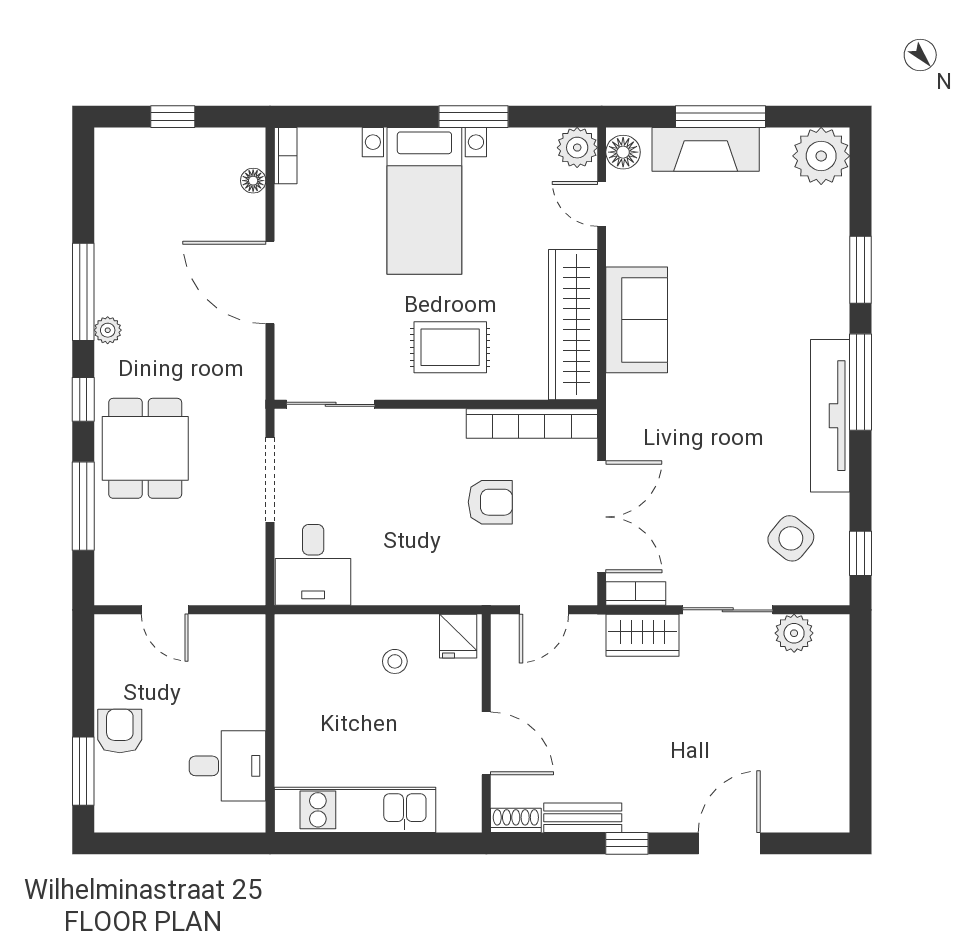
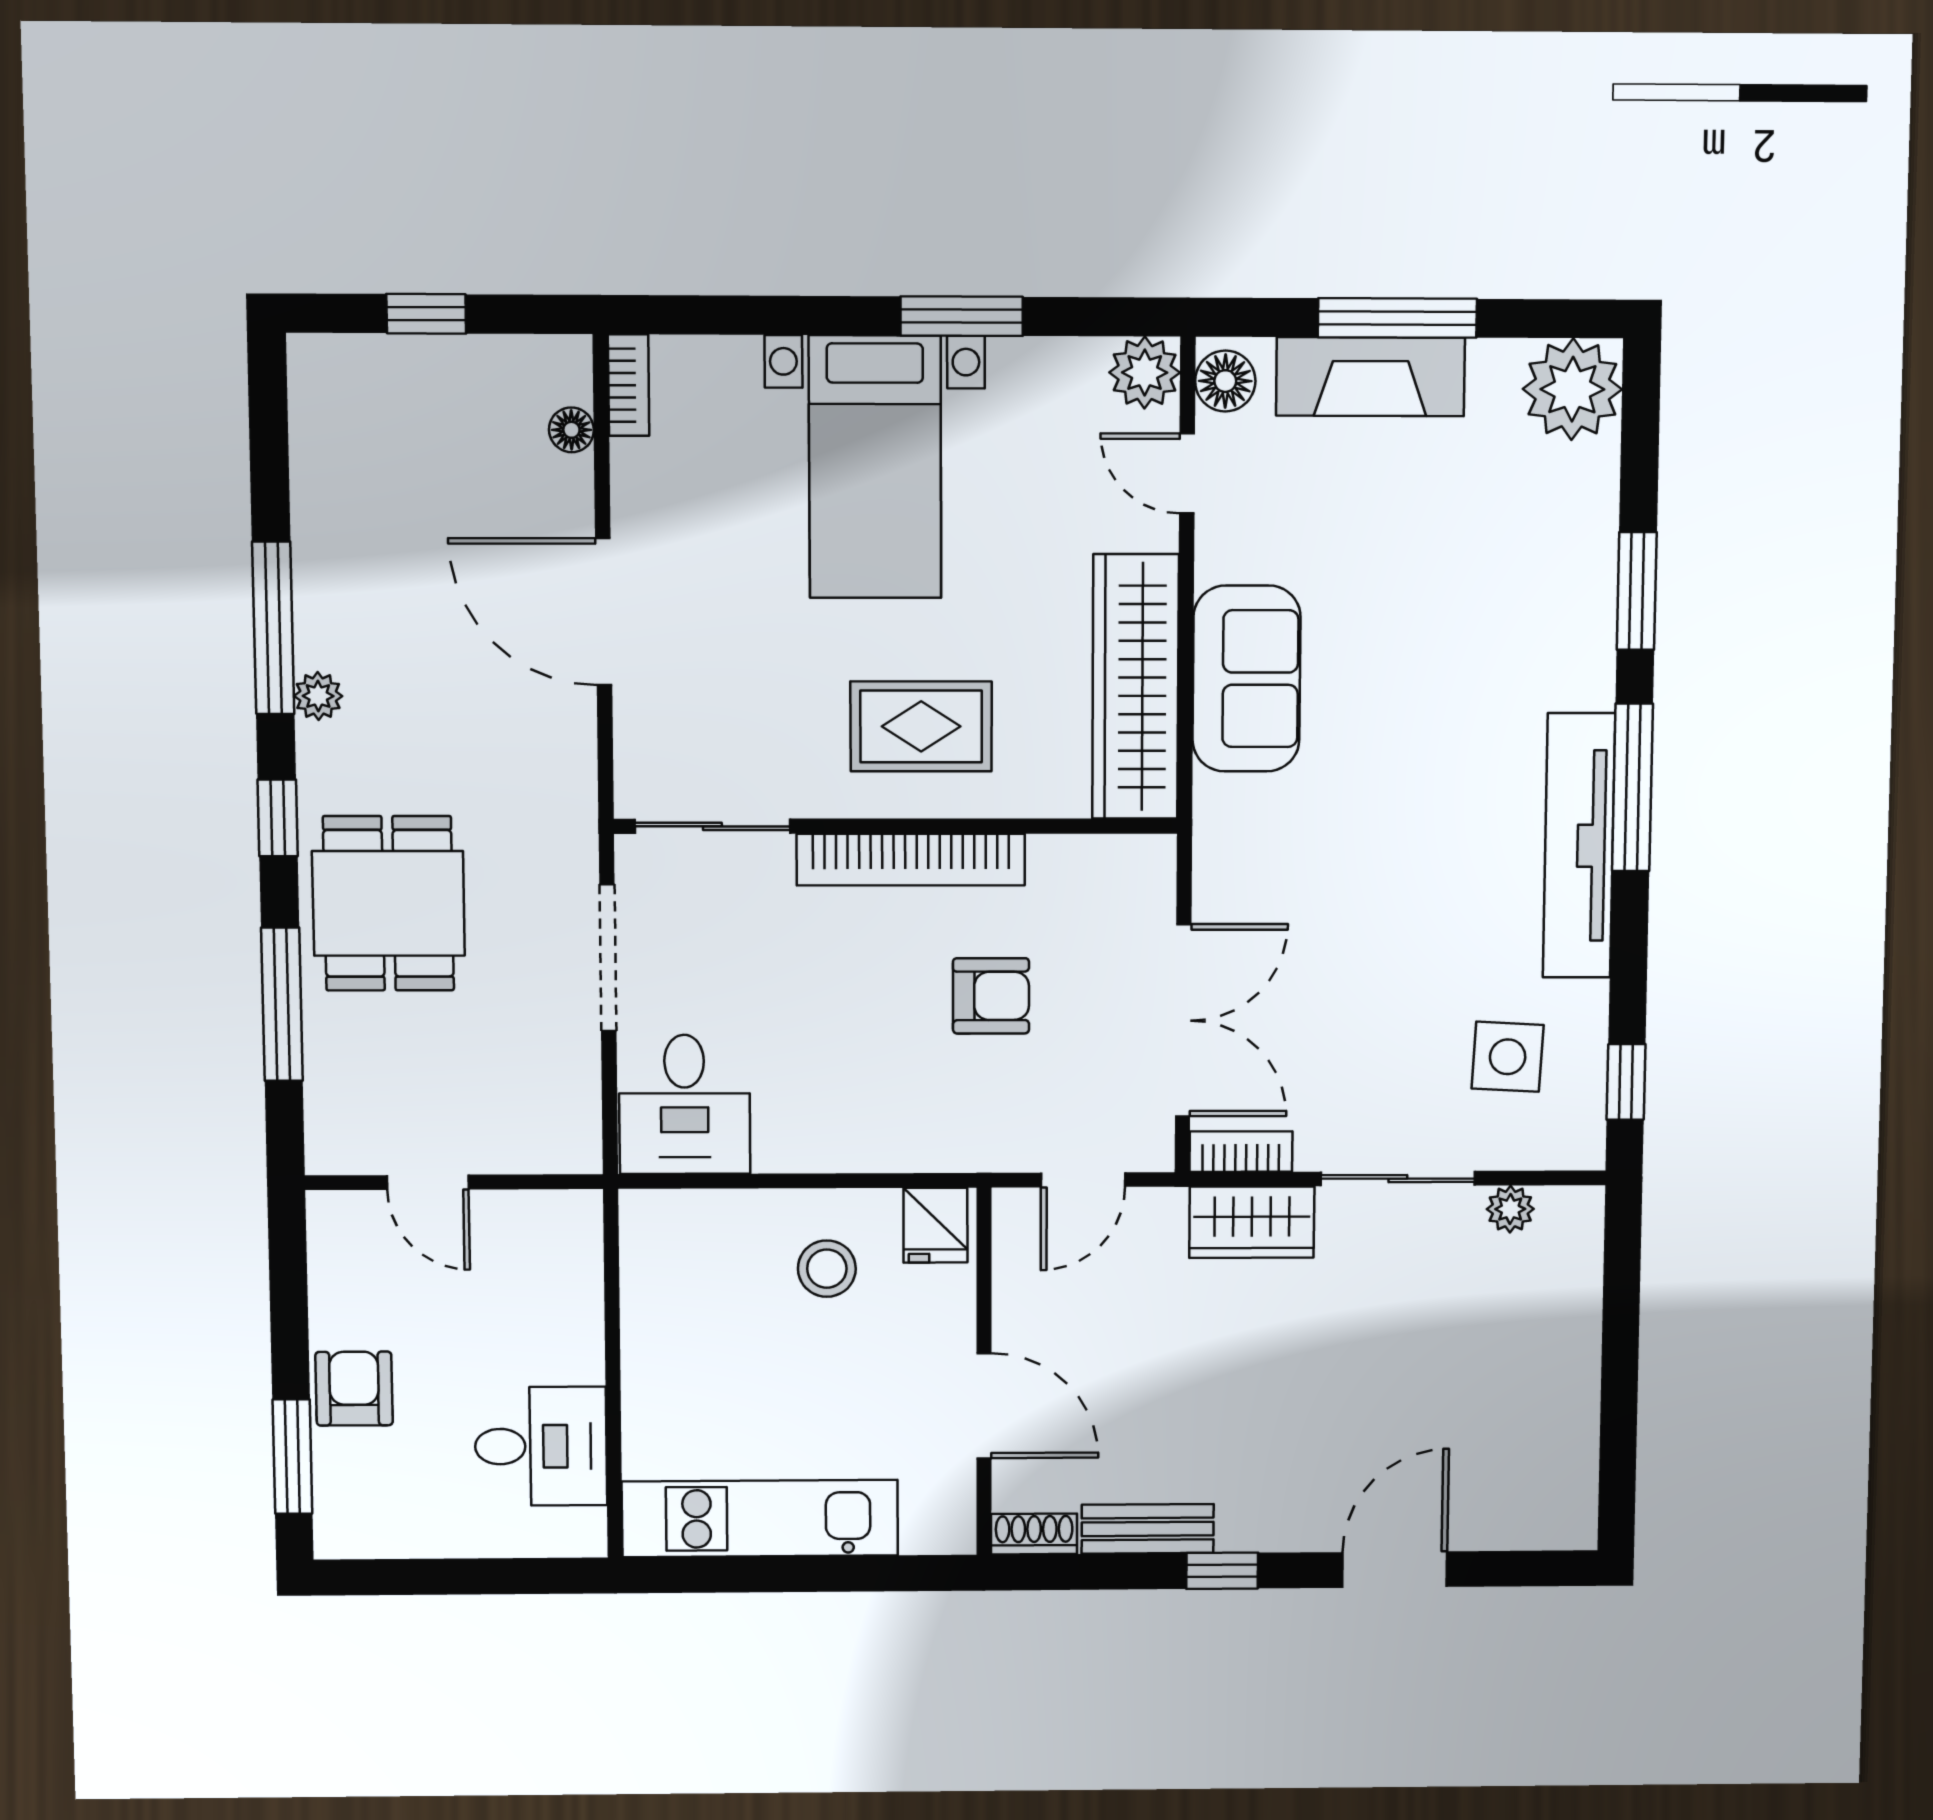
bookcase: (532, 423) -> (911, 860), moved
side table: (791, 538) -> (1508, 1057), turned -36
plant: (794, 633) -> (1510, 1209), width x0.73, depth x0.73
stool: (395, 661) -> (827, 1269), width x1.37, depth x1.37

